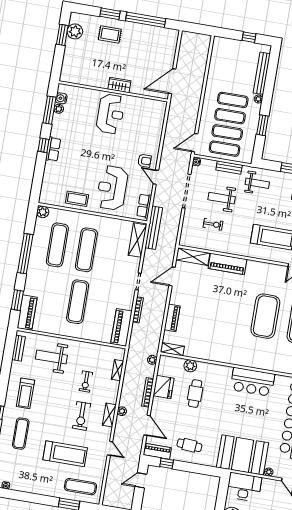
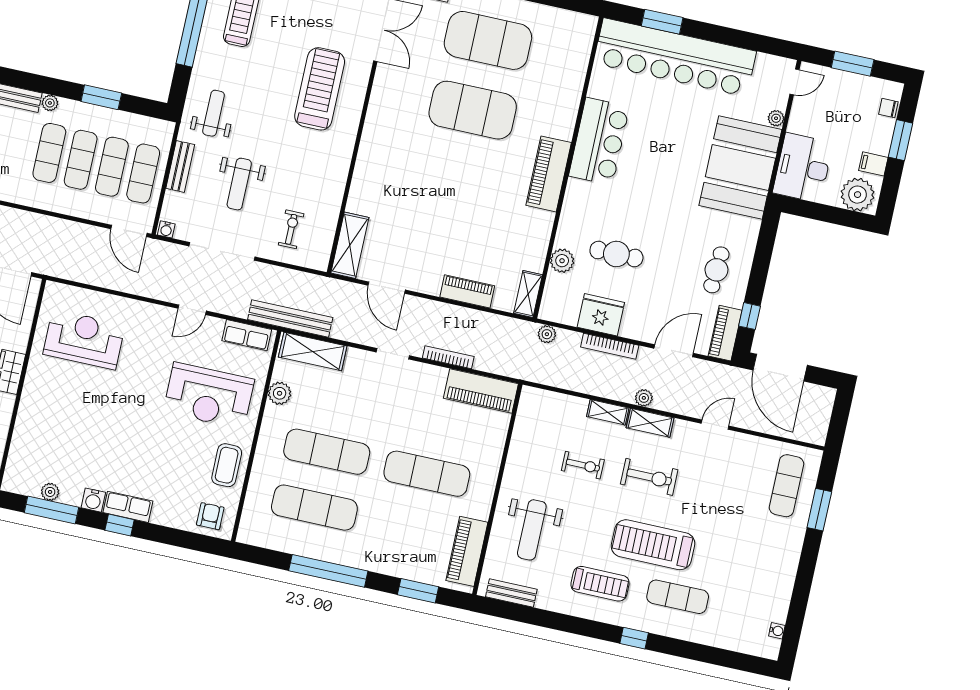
water cooler: (61, 98) -> (93, 500), moved
reception desk: (111, 114) -> (84, 339), moved
armchair: (144, 161) -> (210, 516), moved
plant: (43, 212) -> (280, 393), moved
exercise bike: (213, 224) -> (291, 229), moved
piano: (227, 264) -> (549, 174), moved, turned 180
piano: (27, 313) -> (467, 551), moved, turned -90
shelving: (118, 370) -> (608, 412), moved
treadmill: (65, 454) -> (653, 545), moved, turned -90
door: (141, 480) -> (780, 368), width x1.88

